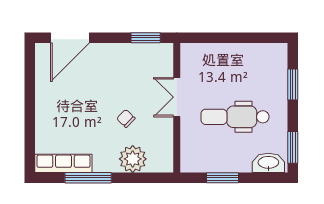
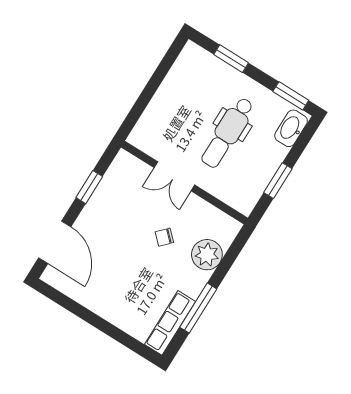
window: (146, 38) -> (89, 187), moved

